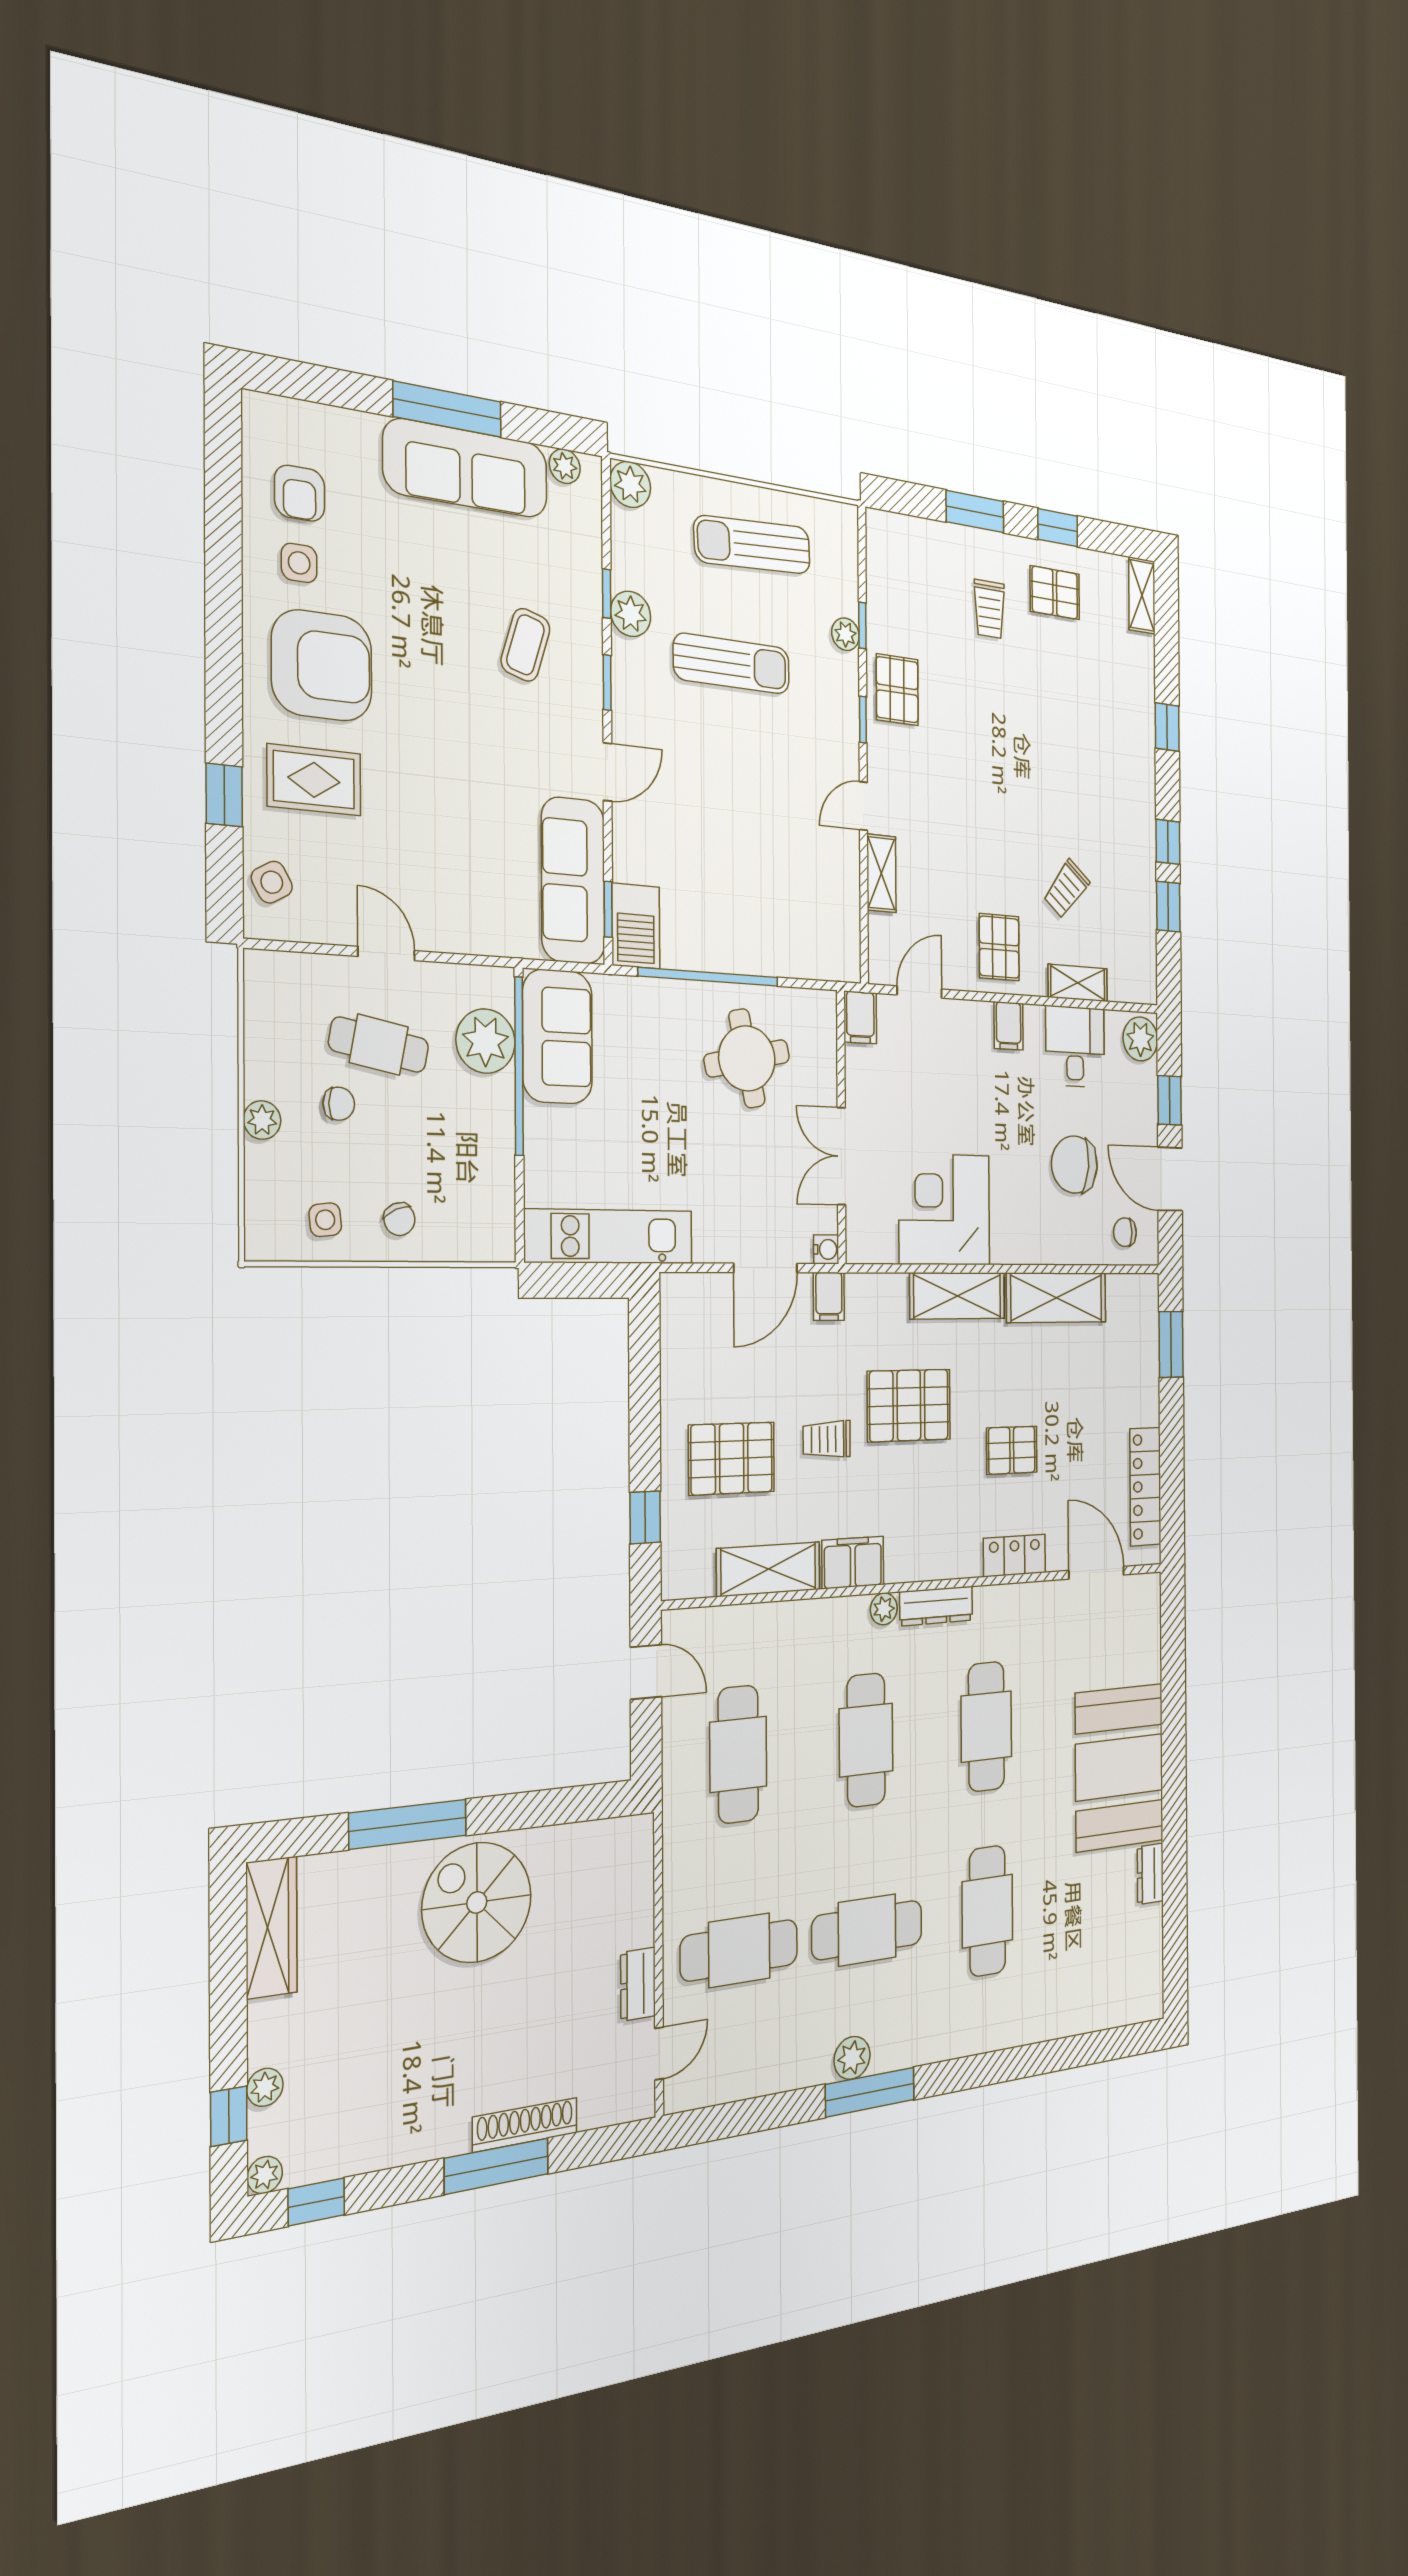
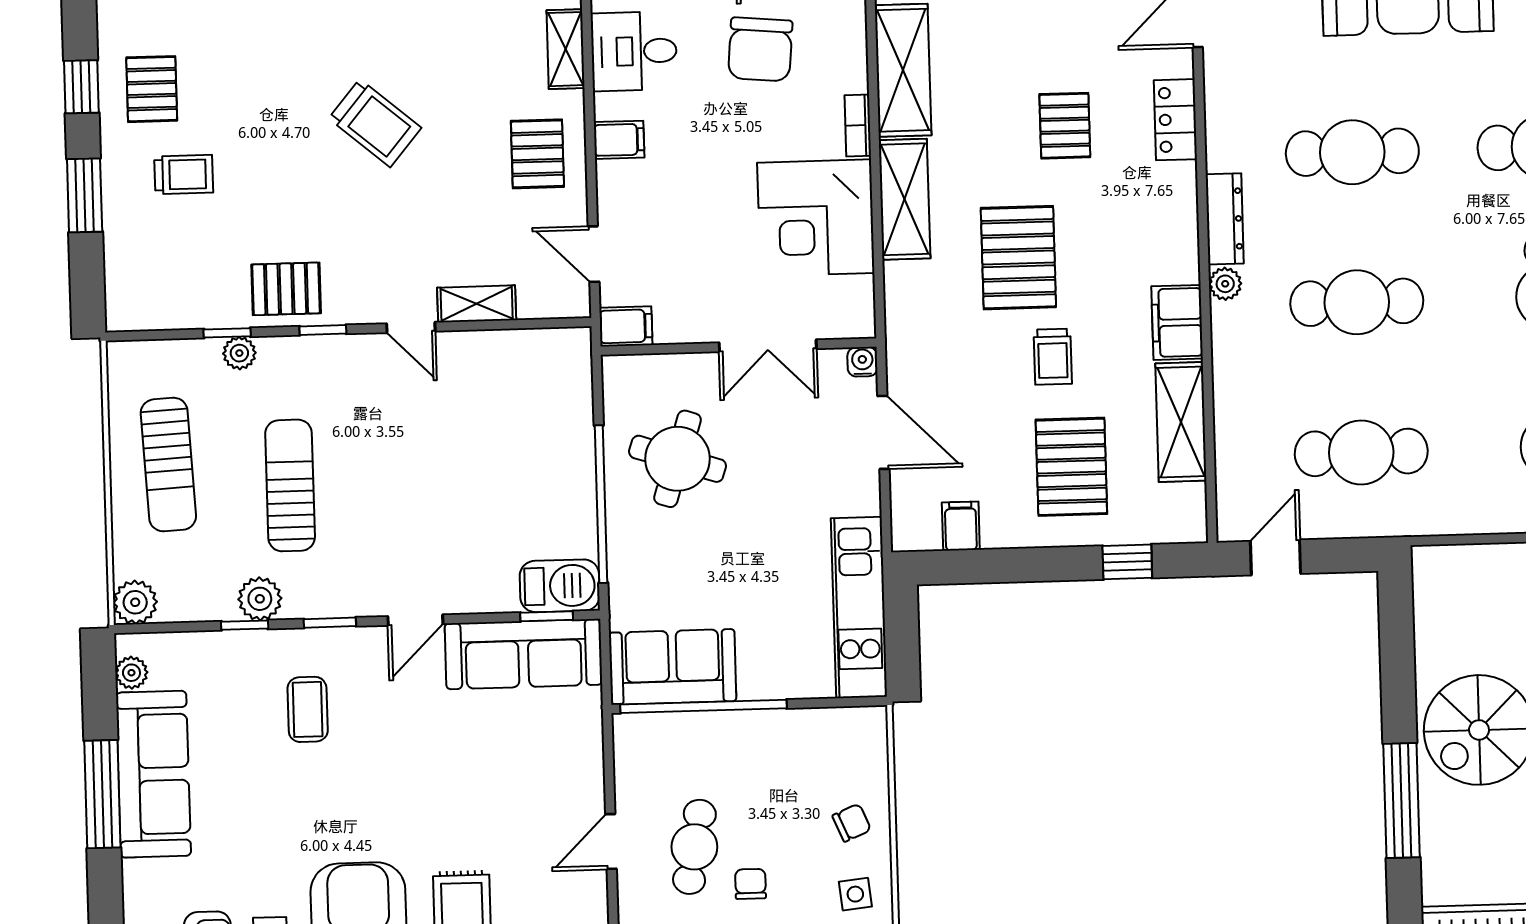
coffee table: (525, 645) -> (308, 709), turned 73
door: (607, 772) -> (415, 620), swing flipped
trolley: (1066, 889) -> (375, 123), moved, width x1.36, depth x1.39
pallet: (999, 947) -> (537, 154), turned 90
plant: (486, 1041) -> (683, 741), removed
round table: (747, 1058) -> (678, 459), turned 30
bookcase: (1015, 1253) -> (858, 125), added
filing cabinet: (829, 1296) -> (961, 526), moved, turned -90

